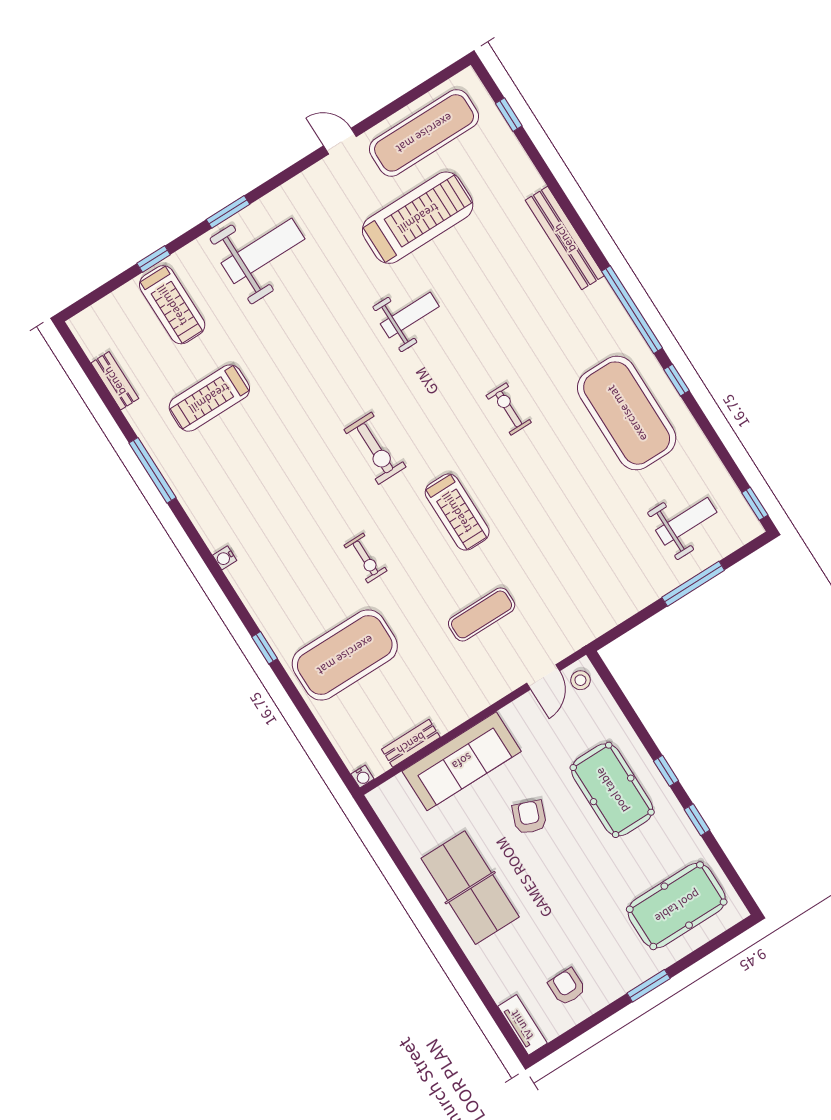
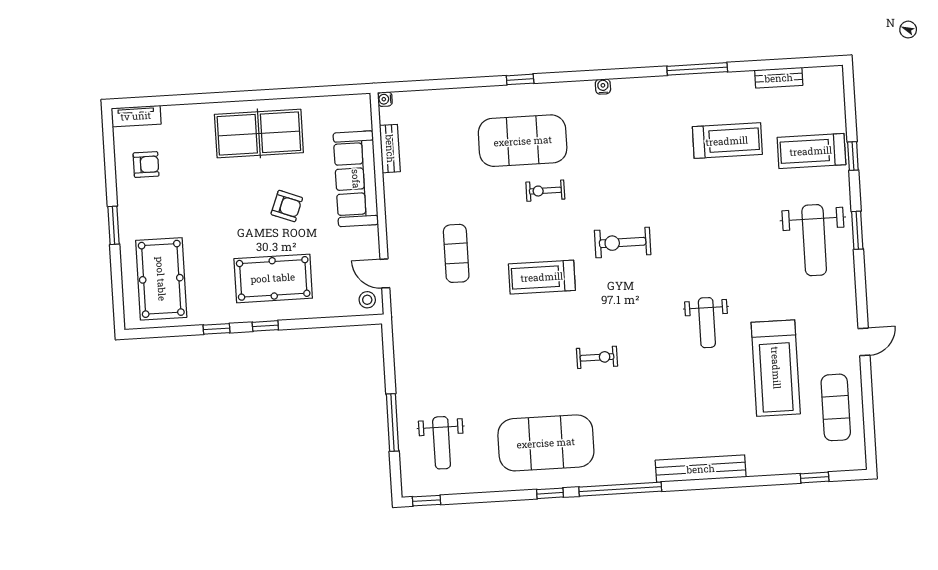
exercise mat: (424, 133) -> (836, 407), width x0.73, depth x0.69
treadmill: (209, 398) -> (727, 141), turned 90
exercise mat: (345, 655) -> (523, 141), moved, turned 90

